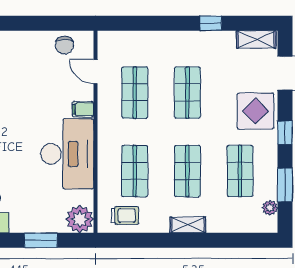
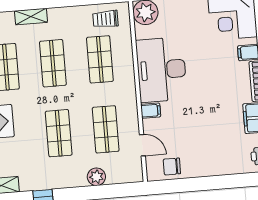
plant: (149, 41) -> (96, 177), added
chair: (64, 45) -> (172, 166), turned -90
shelving: (188, 225) -> (31, 17), moved

